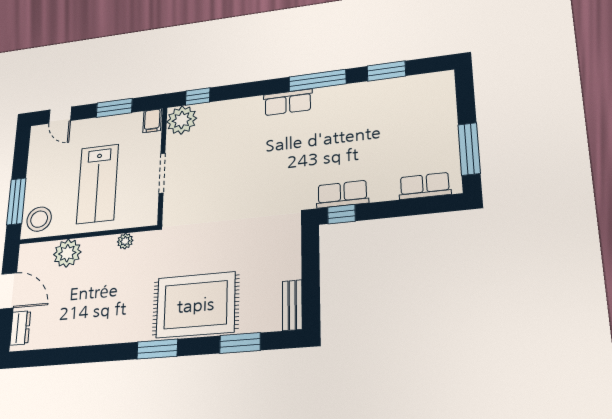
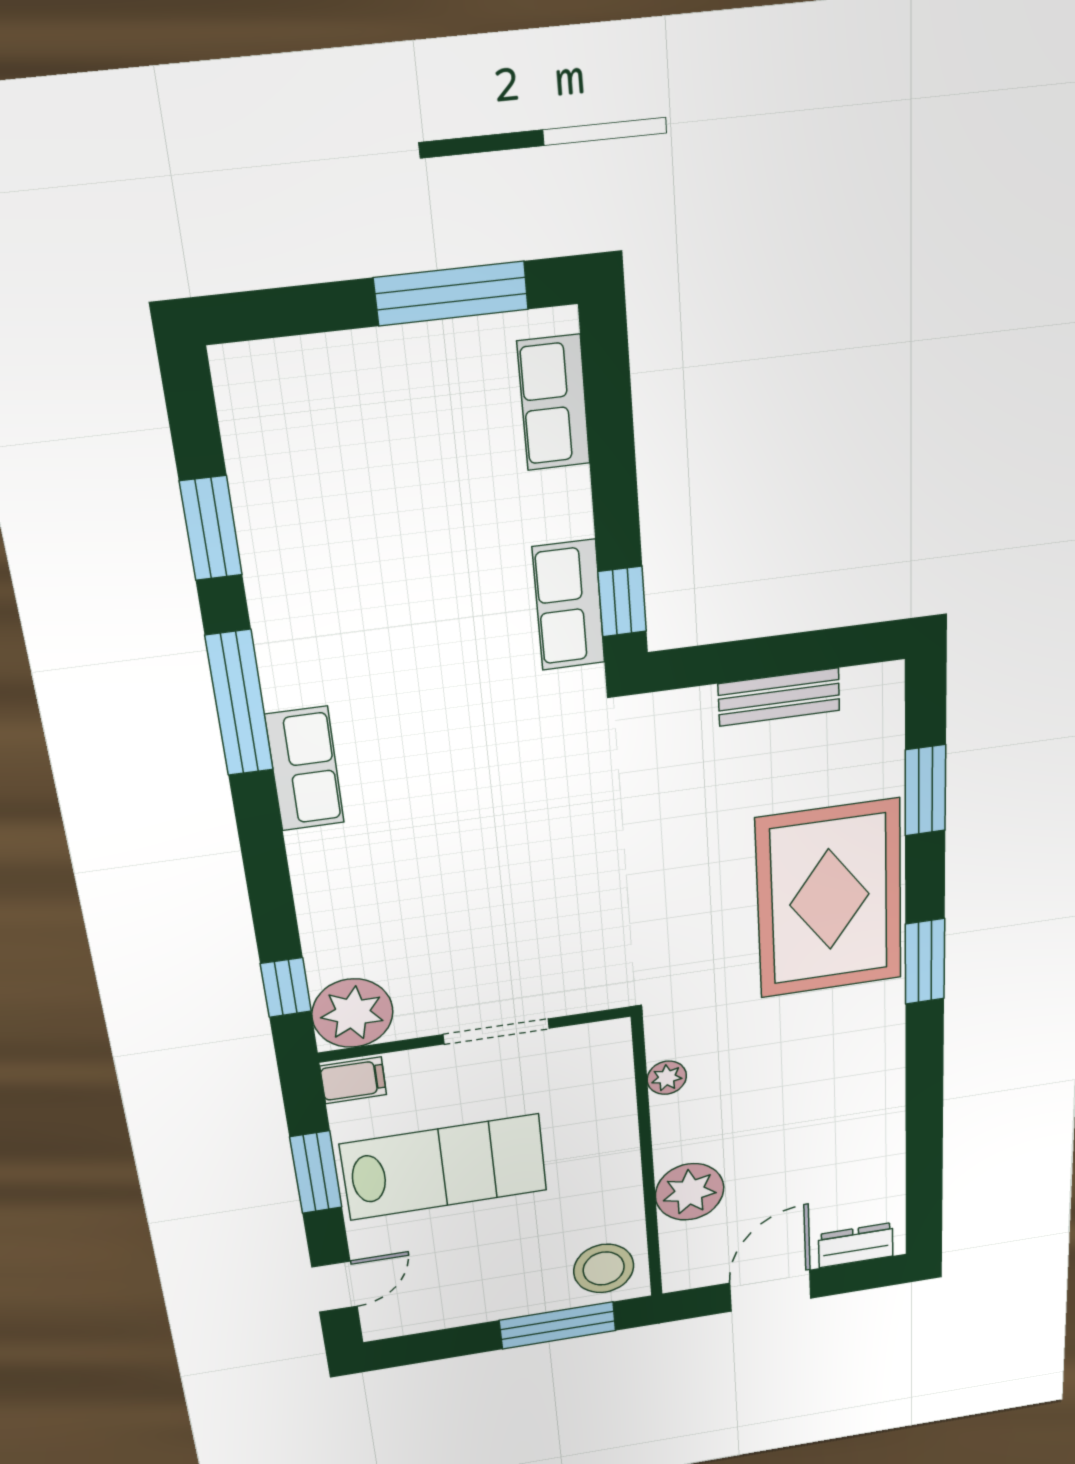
lab bench: (98, 184) -> (444, 1167), moved
bench: (292, 305) -> (779, 697), moved

